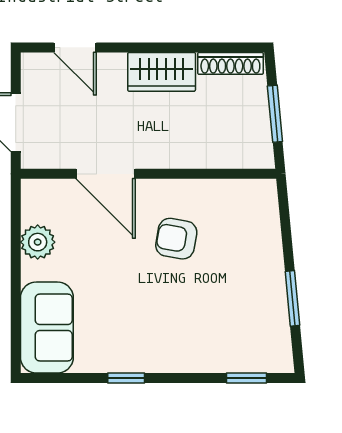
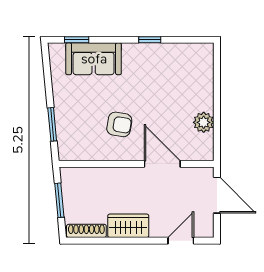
door: (75, 47) -> (181, 241), hinge flipped
window: (292, 298) -> (52, 124), moved
sofa: (47, 328) -> (94, 59), moved, turned -90

